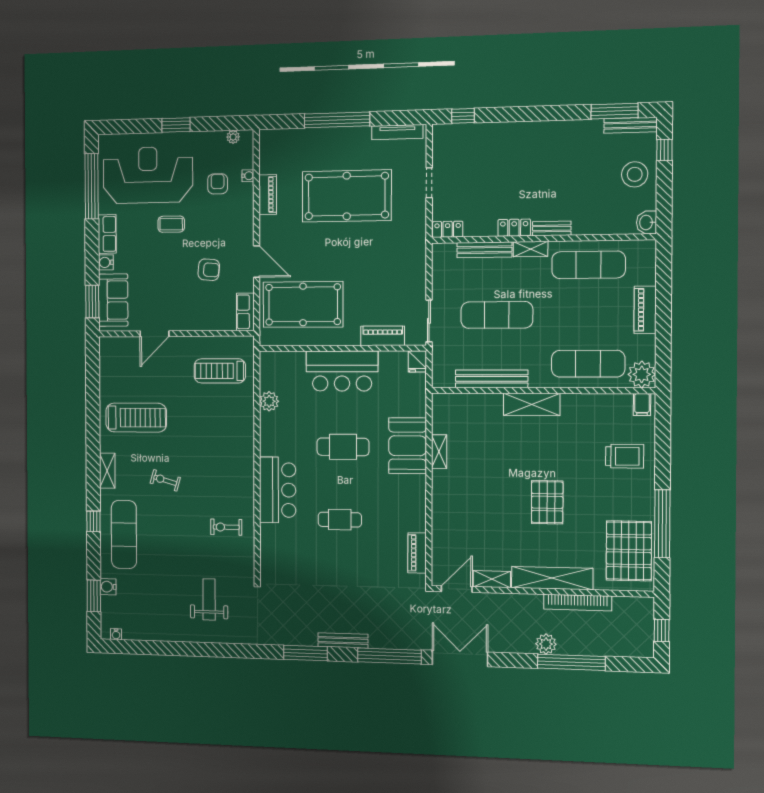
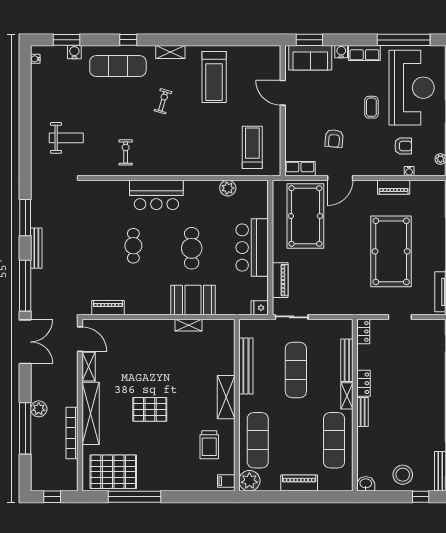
trolley: (625, 456) -> (209, 445), moved

